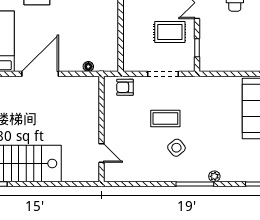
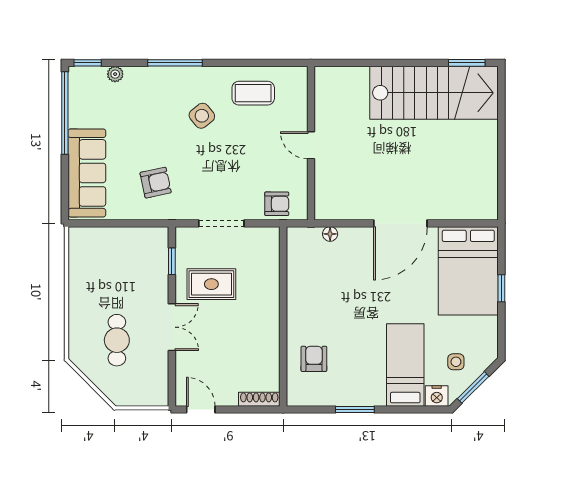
armchair: (208, 102) -> (156, 183), added
coffee table: (165, 119) -> (253, 93), moved
door: (101, 153) -> (311, 145), moved
plant: (214, 176) -> (115, 74), moved

